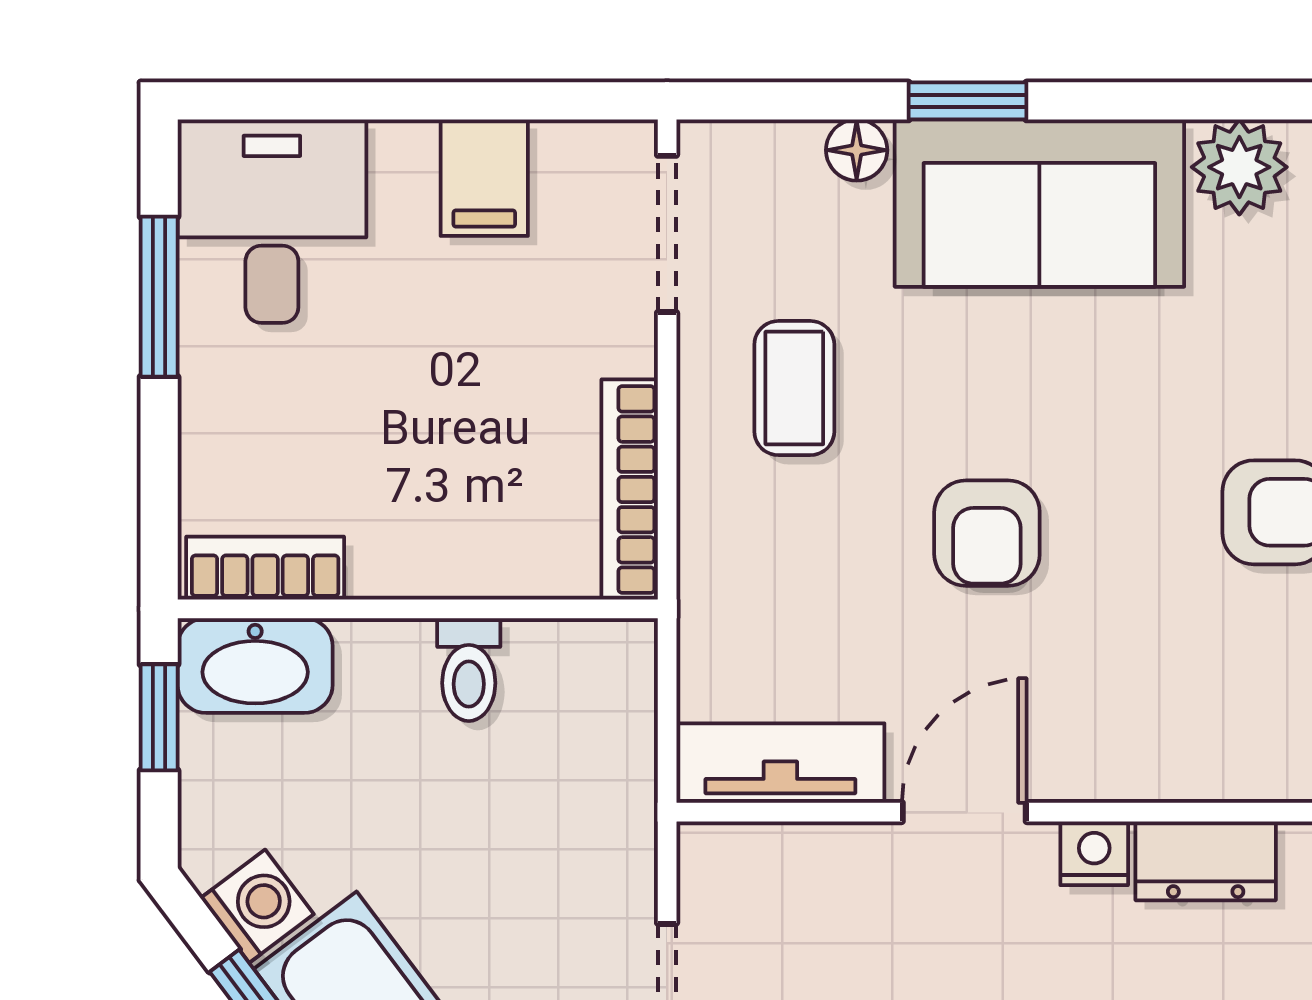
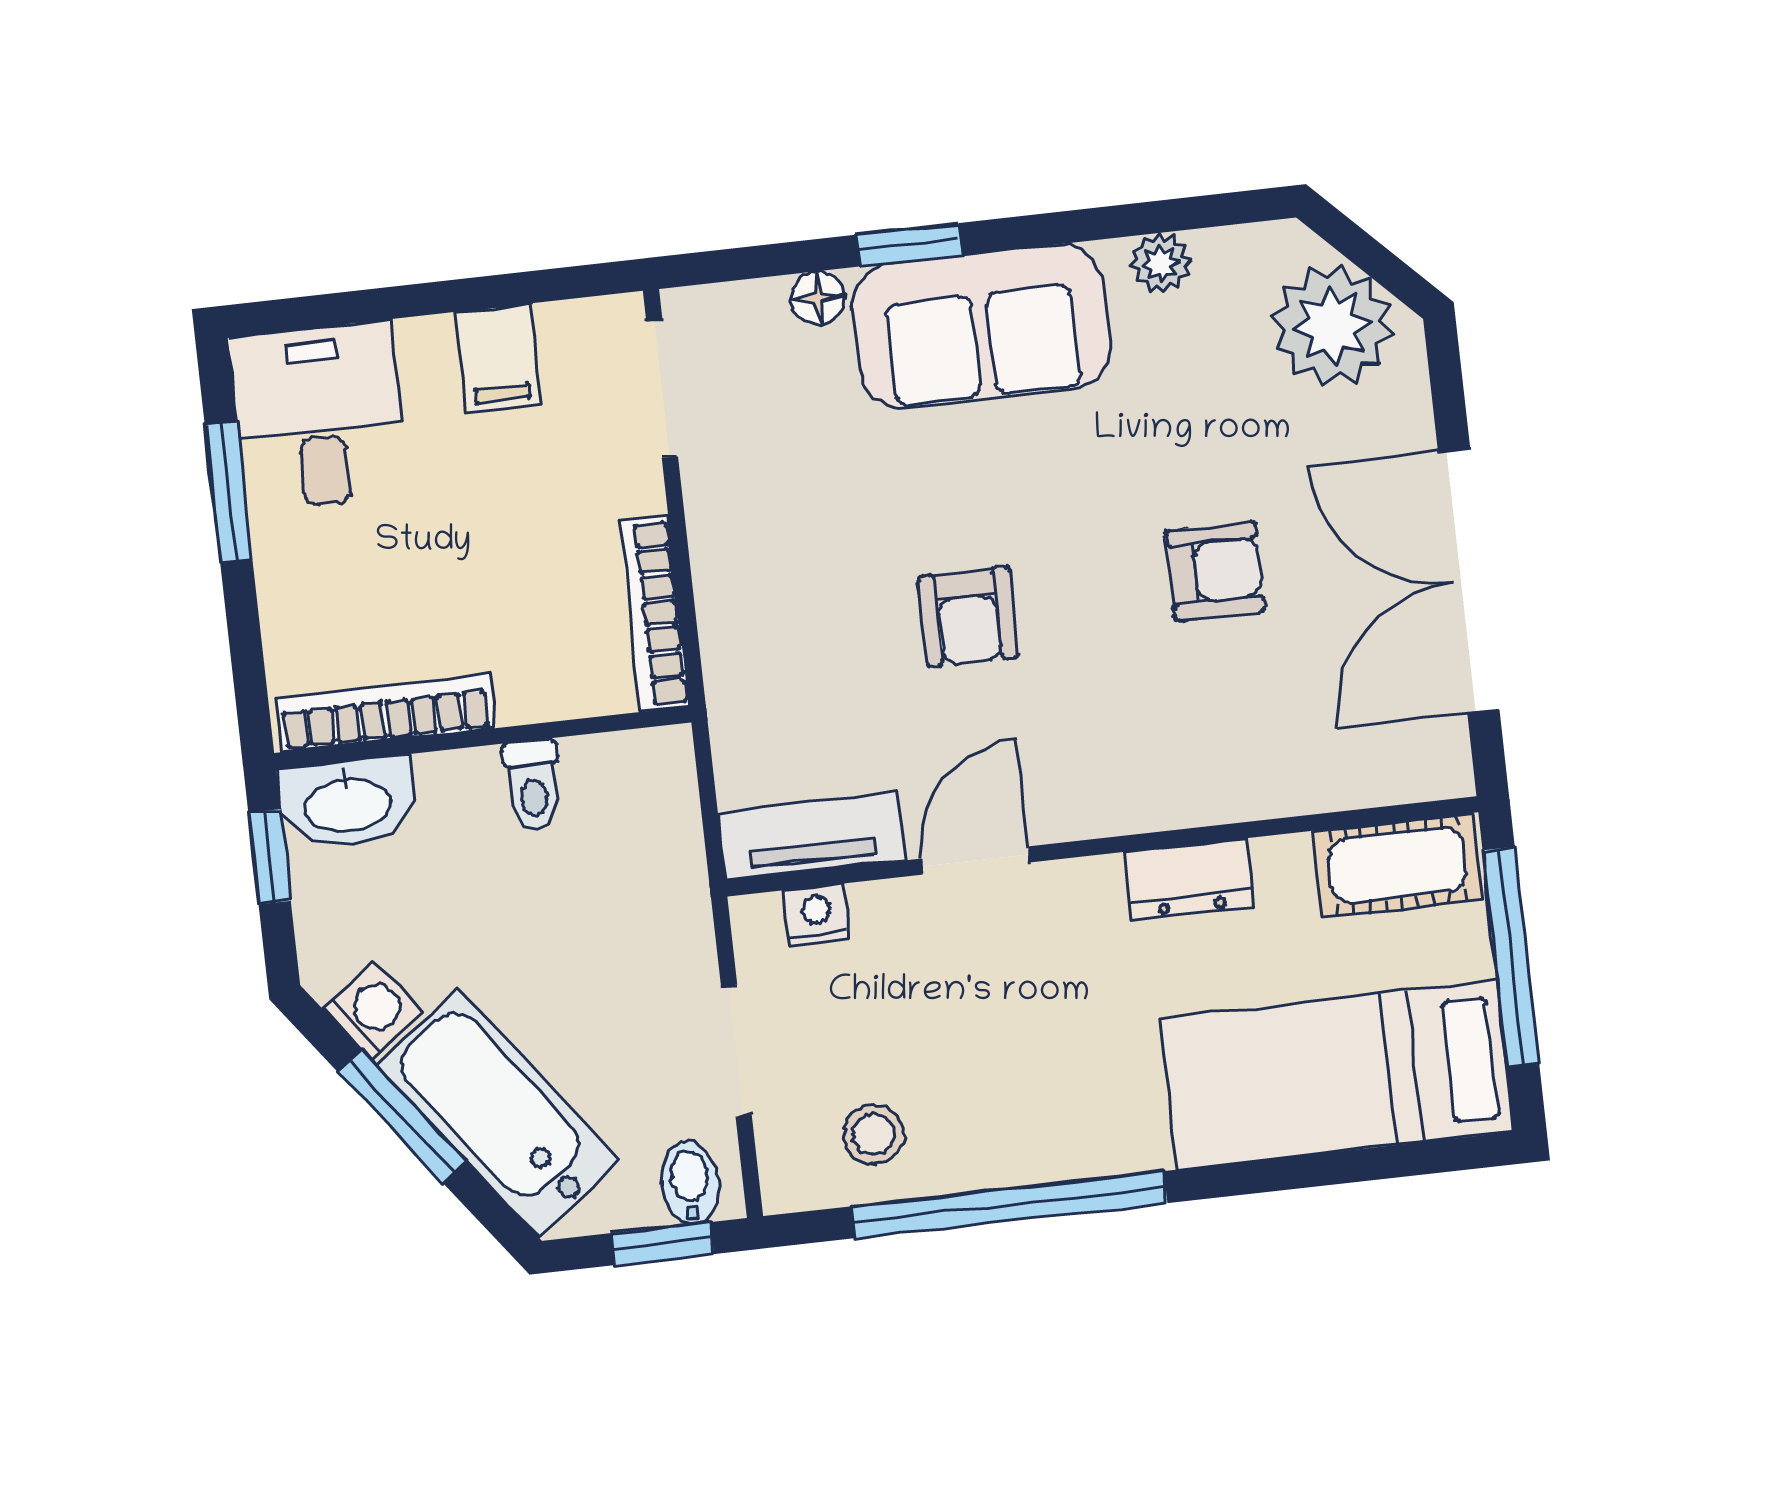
plant: (1239, 167) -> (1161, 263), width x0.73, depth x0.73
coffee table: (794, 388) -> (787, 510), removed
bookcase: (265, 568) -> (385, 713), width x1.56
nightstand: (1094, 853) -> (817, 914), moved

